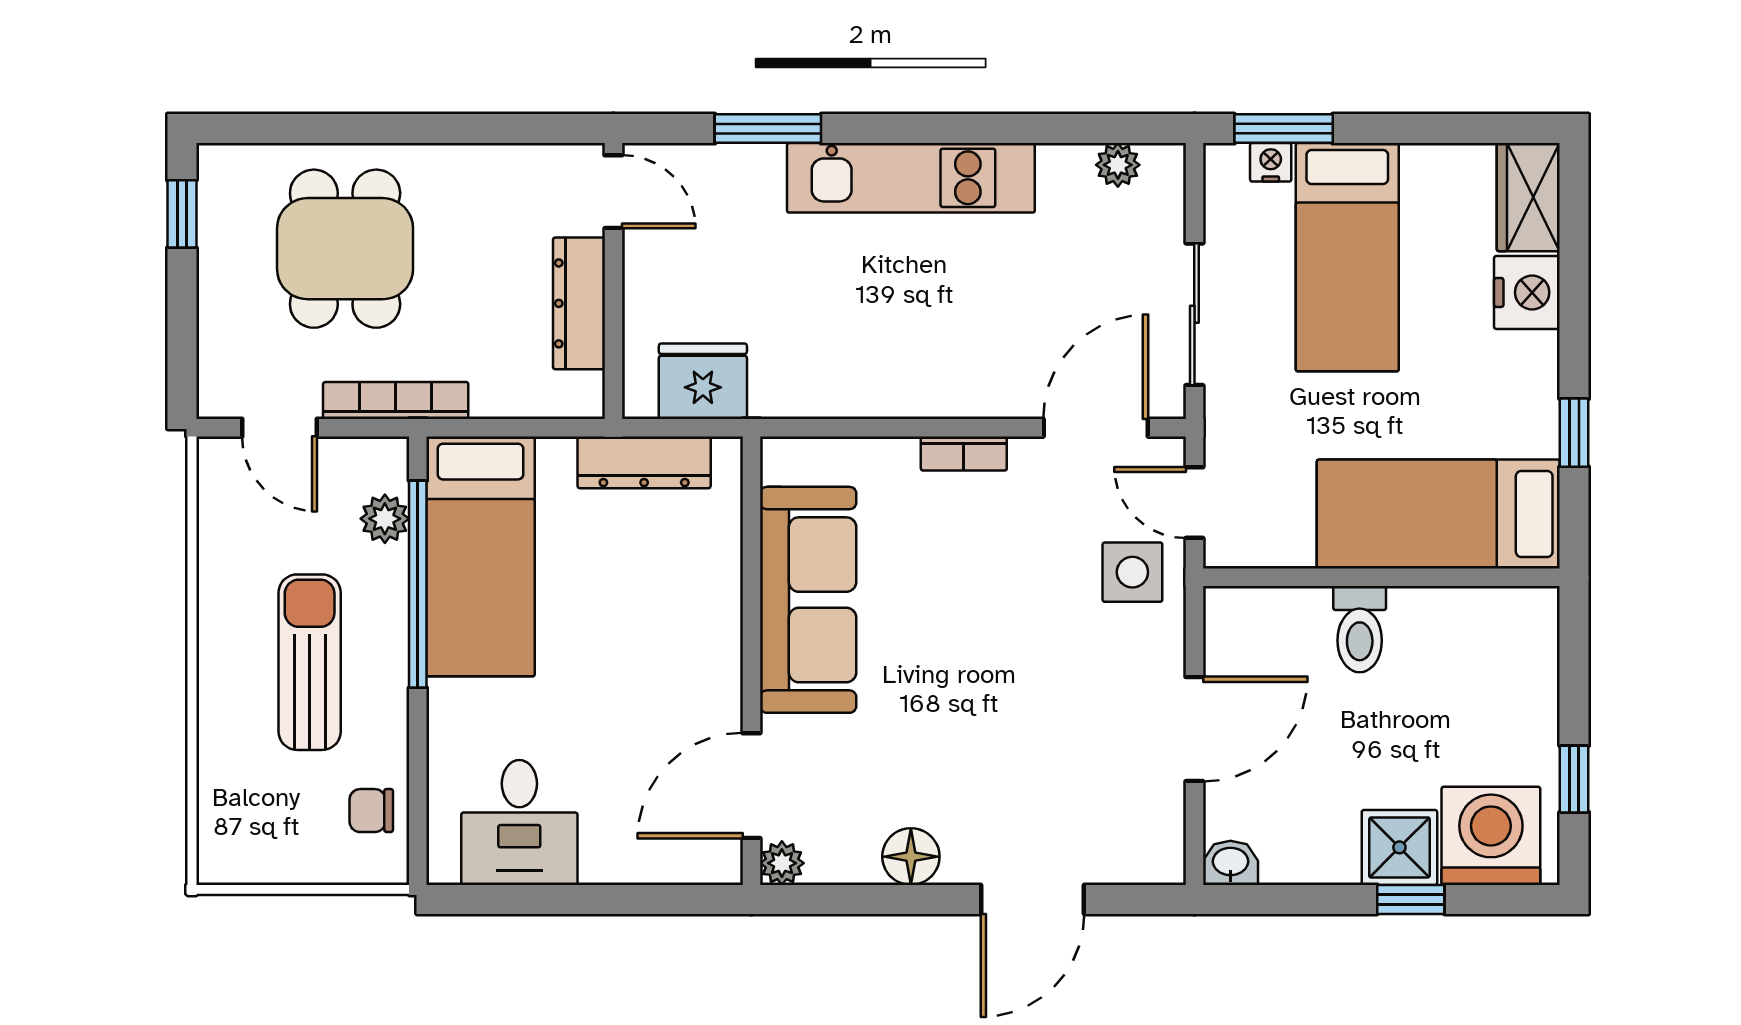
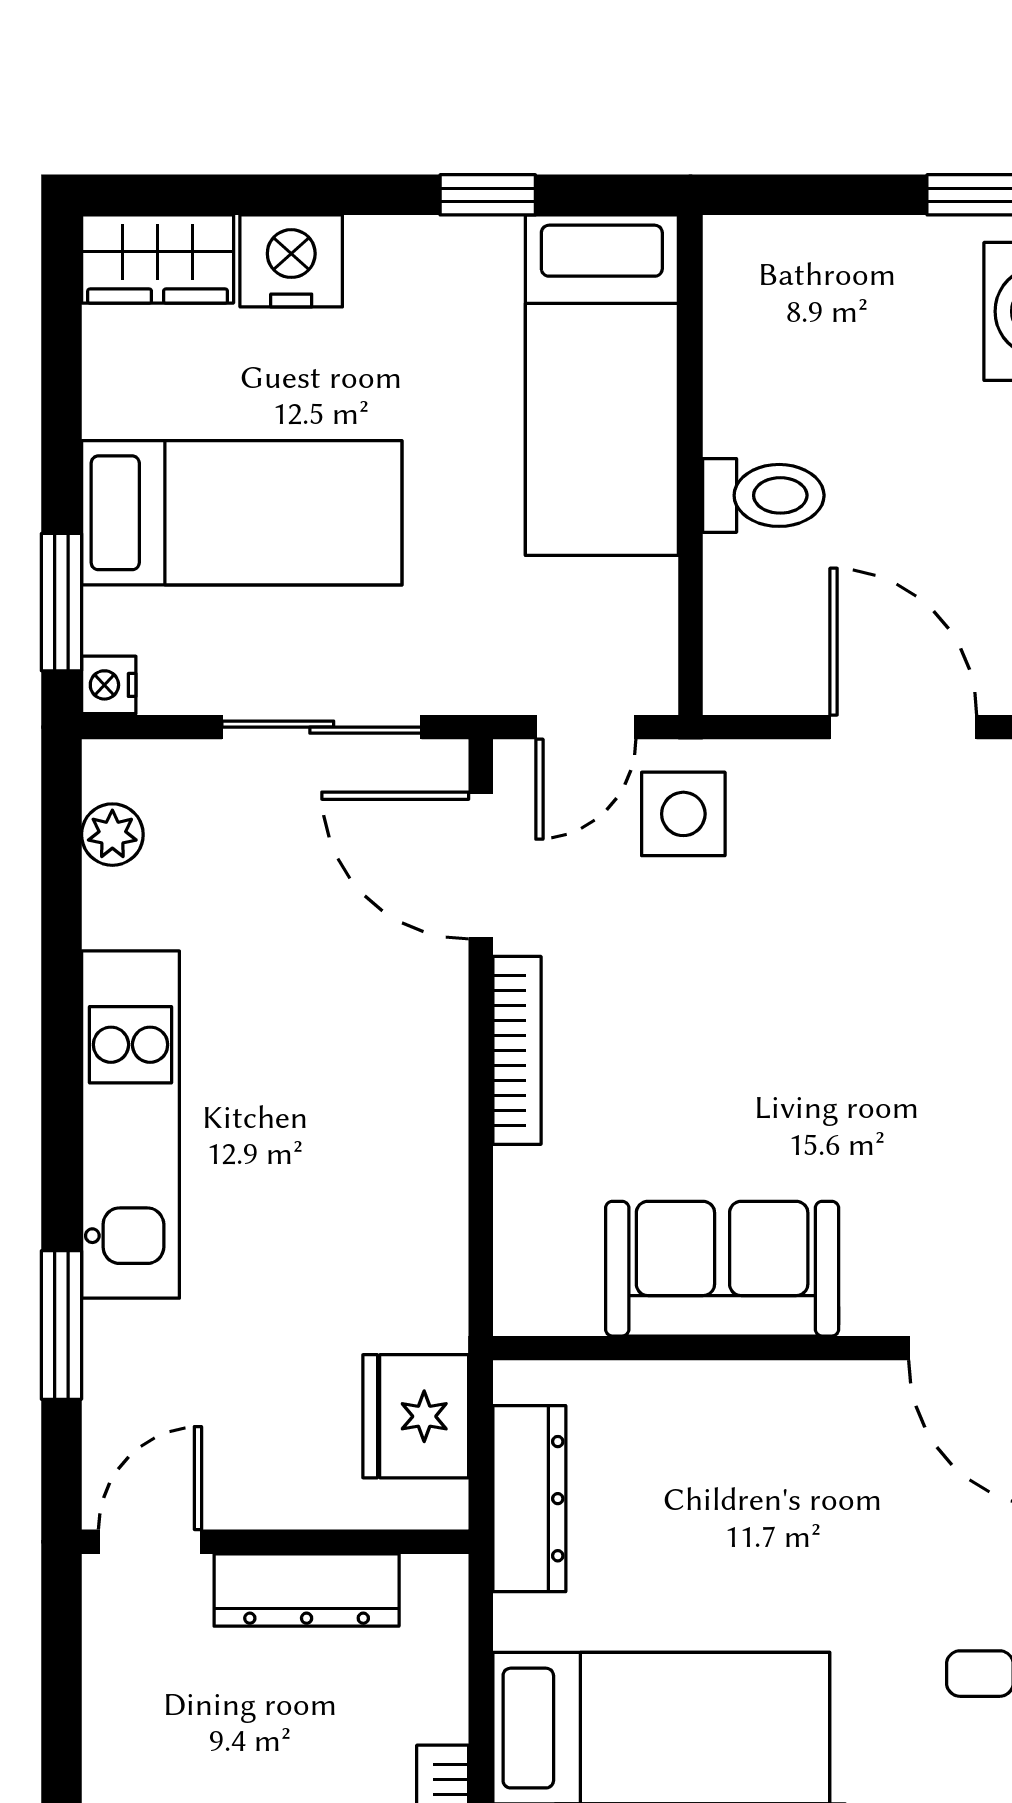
nightstand: (1271, 162) -> (109, 685), moved
bookcase: (964, 453) -> (517, 1050), width x1.56
sofa: (808, 600) -> (722, 1269), width x0.73

